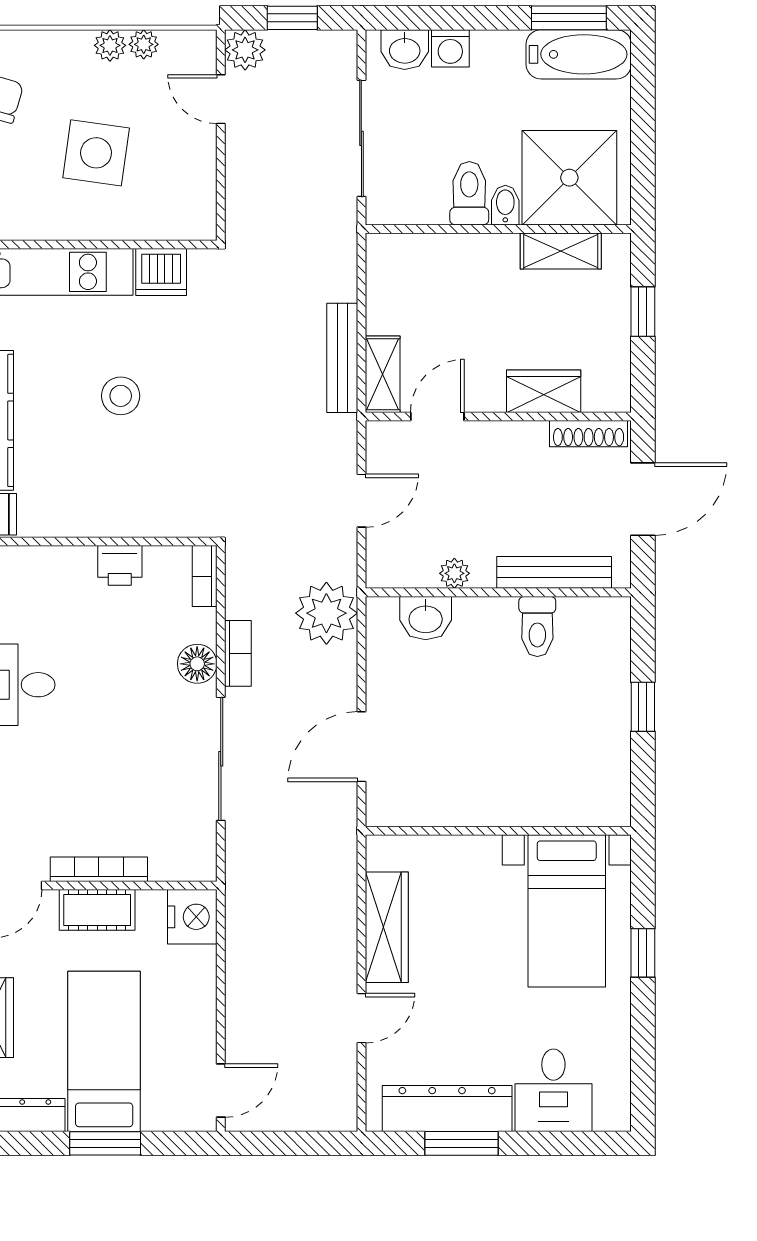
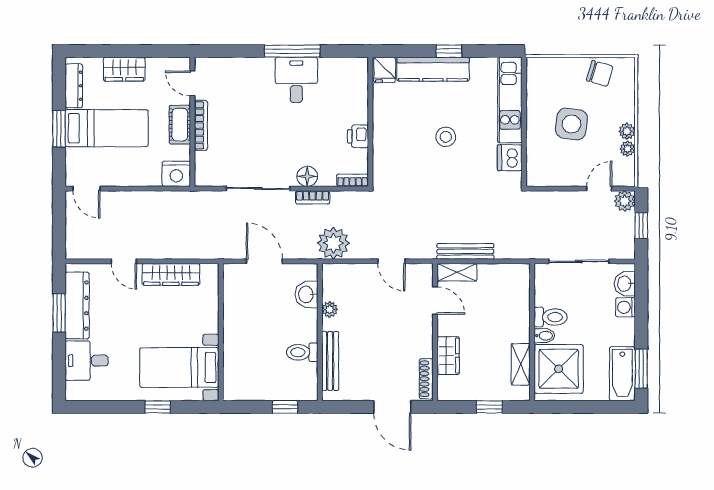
bench: (554, 572) -> (330, 361), moved
plant: (454, 573) -> (330, 309), moved
wall: (498, 592) -> (320, 332), moved
washbasin: (426, 618) -> (307, 294), moved
toilet: (537, 627) -> (302, 352), moved

